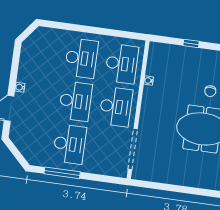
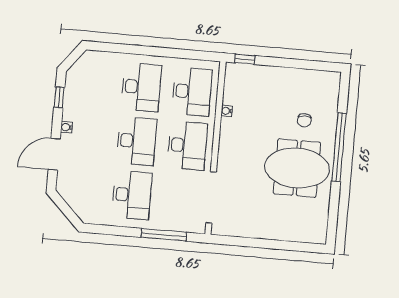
window: (191, 43) -> (245, 59), moved
window: (15, 63) -> (59, 97), added
window: (62, 173) -> (164, 235), moved

